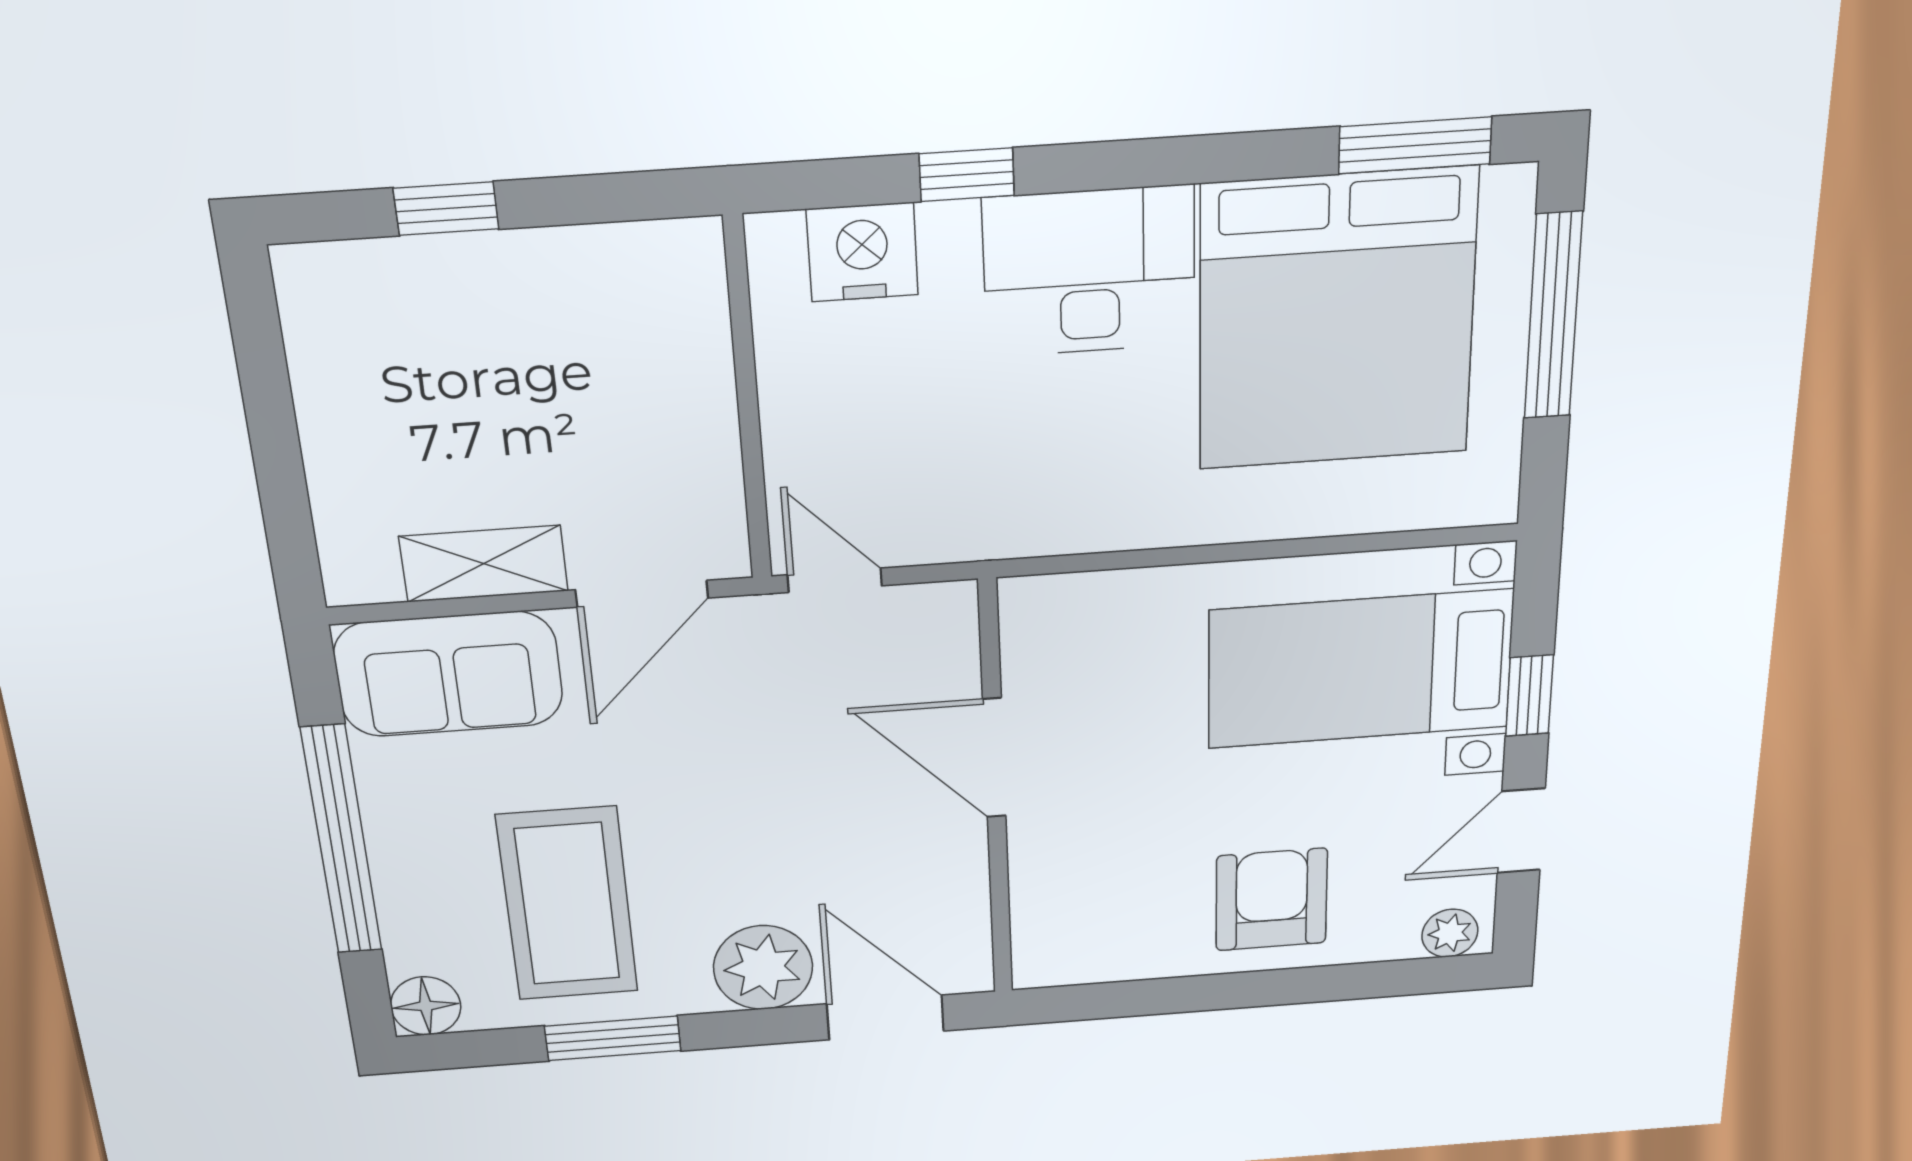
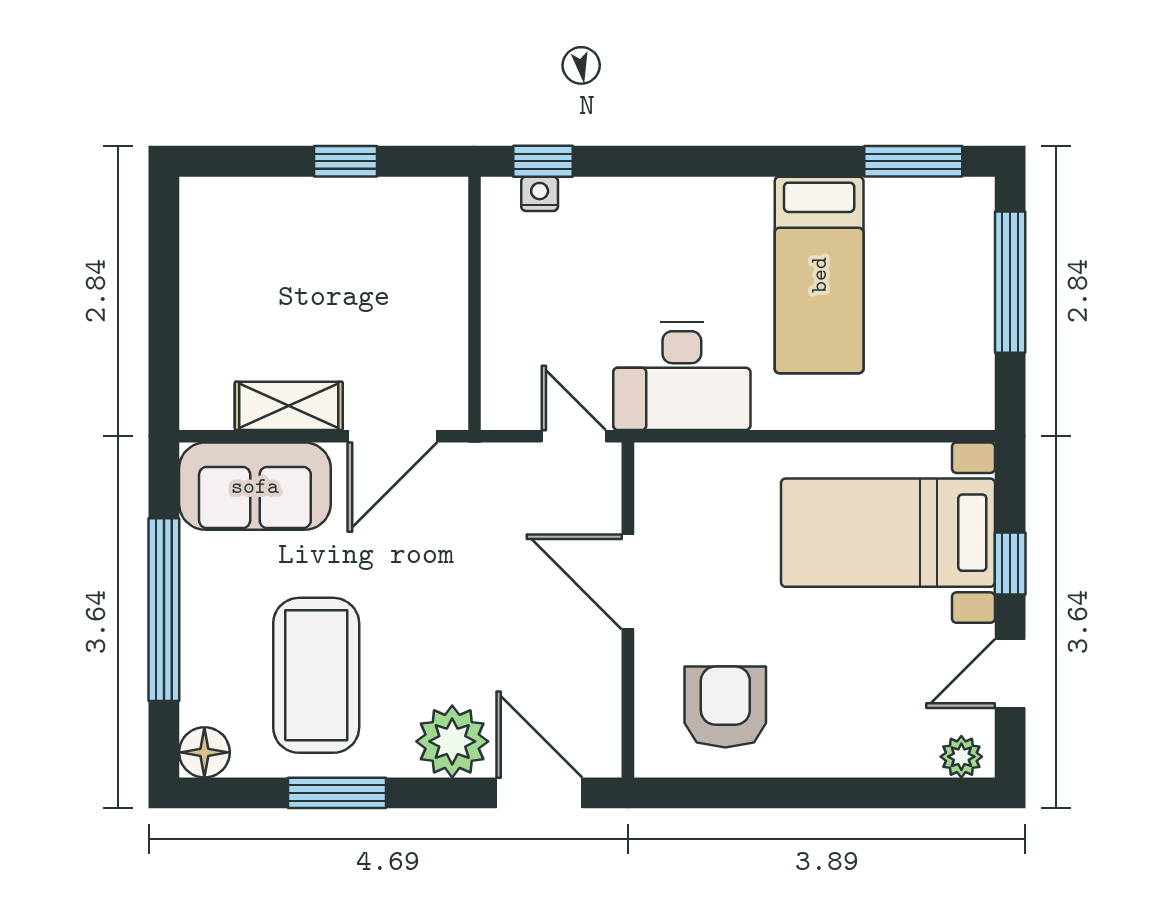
window: (967, 175) -> (543, 161), moved
window: (446, 209) -> (346, 161), moved
nightstand: (862, 252) -> (540, 194), width x0.53, depth x0.56
desk: (1089, 271) -> (682, 376), moved, turned 180
bed: (1337, 320) -> (819, 275), width x0.49
door: (835, 580) -> (574, 436), moved
armchair: (1272, 900) -> (725, 707), moved

